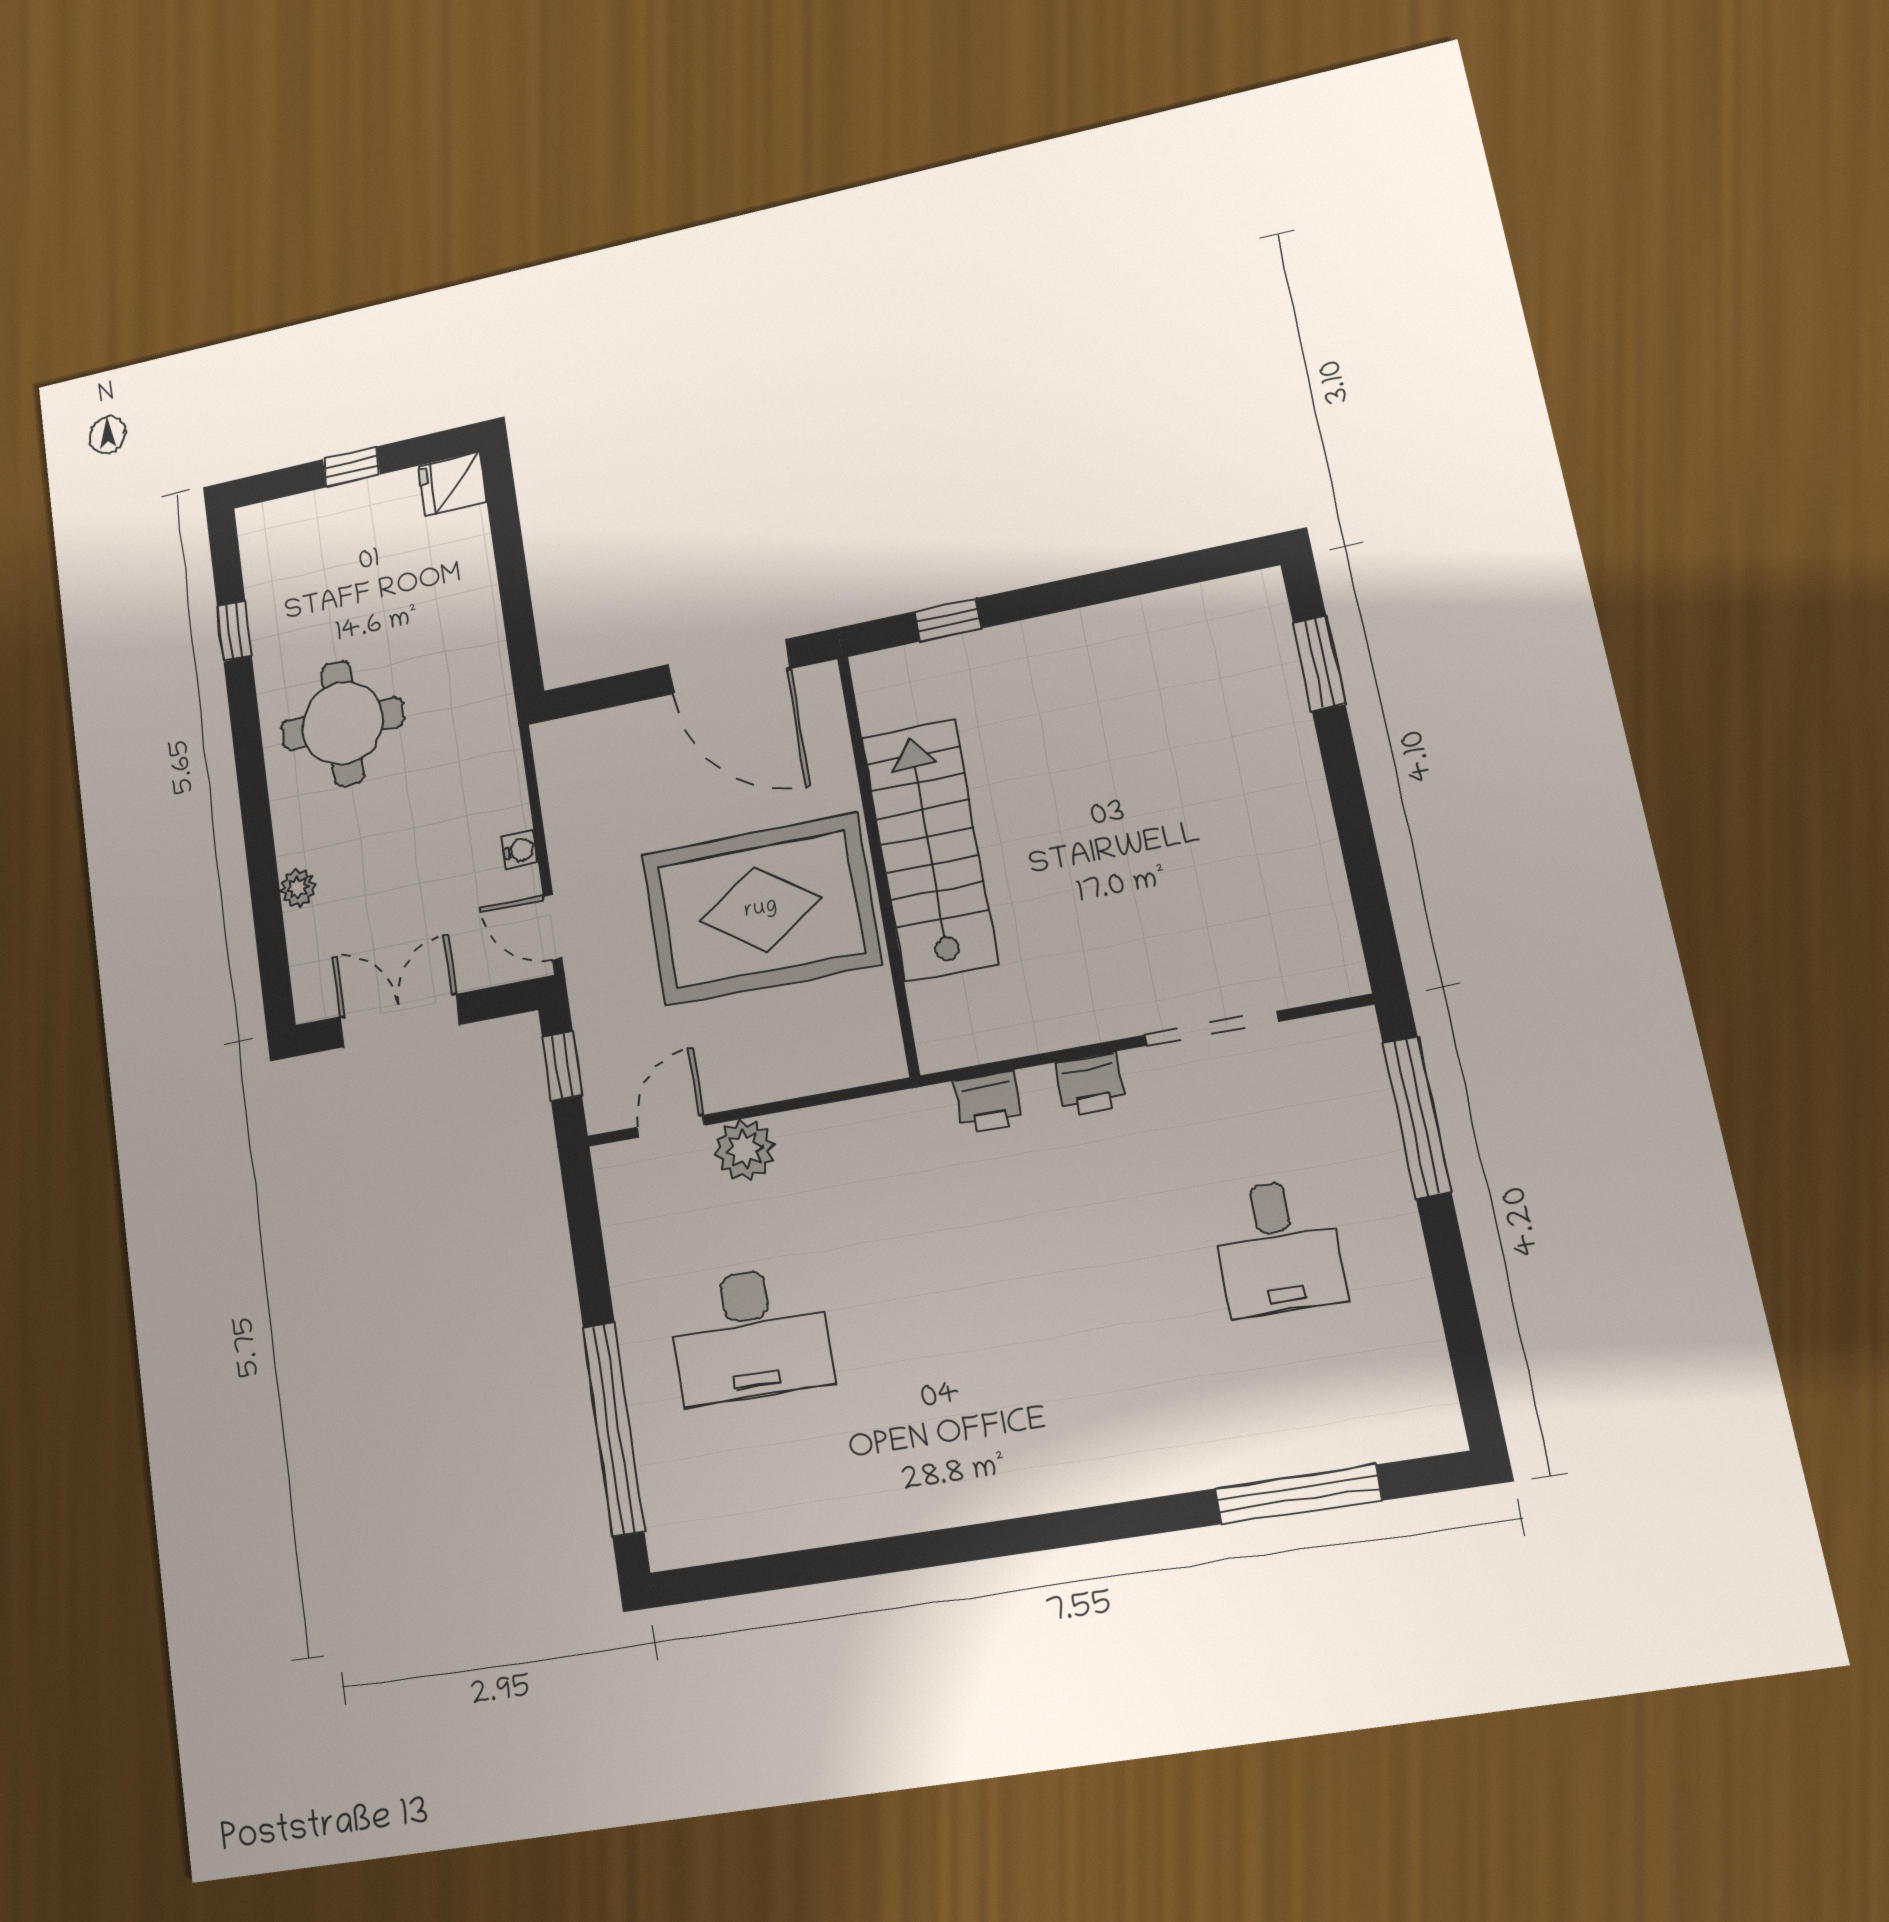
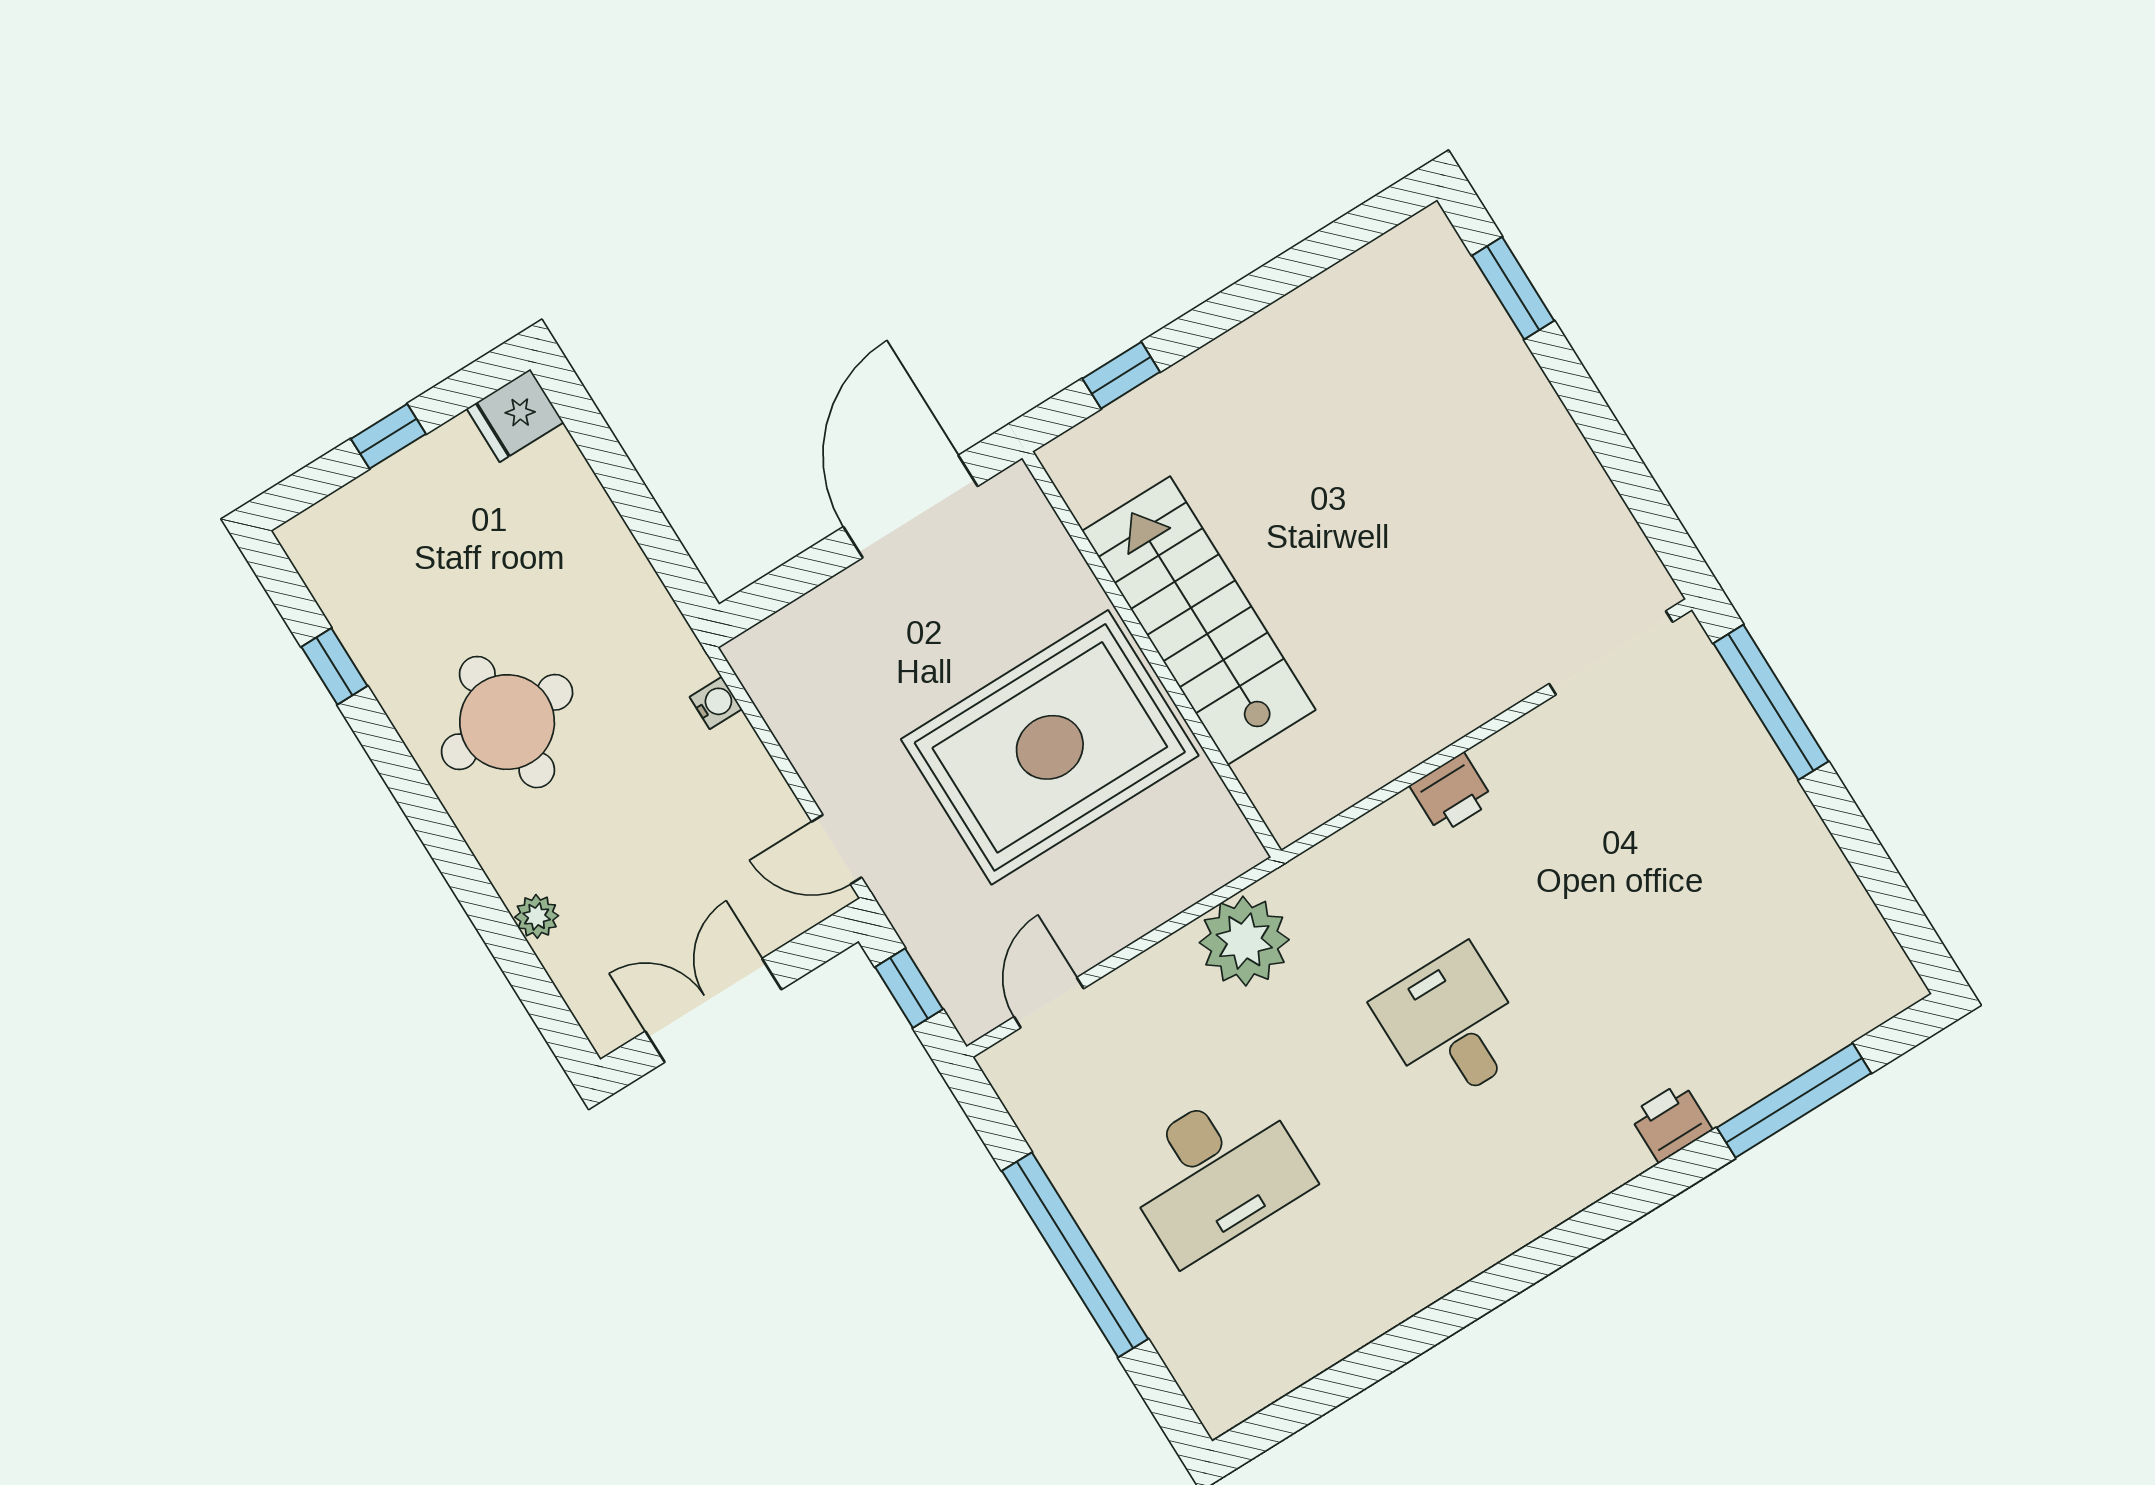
door: (730, 667) -> (910, 506), swing flipped
water cooler: (520, 850) -> (716, 703), moved
doorway: (1211, 1028) -> (1611, 653), moved
printer: (988, 1102) -> (1671, 1122), moved, turned 180
plant: (745, 1150) -> (1244, 941), moved, width x1.36, depth x1.36
desk: (1278, 1247) -> (1452, 1025), moved, turned 180
window: (613, 1429) -> (1075, 1255), moved

